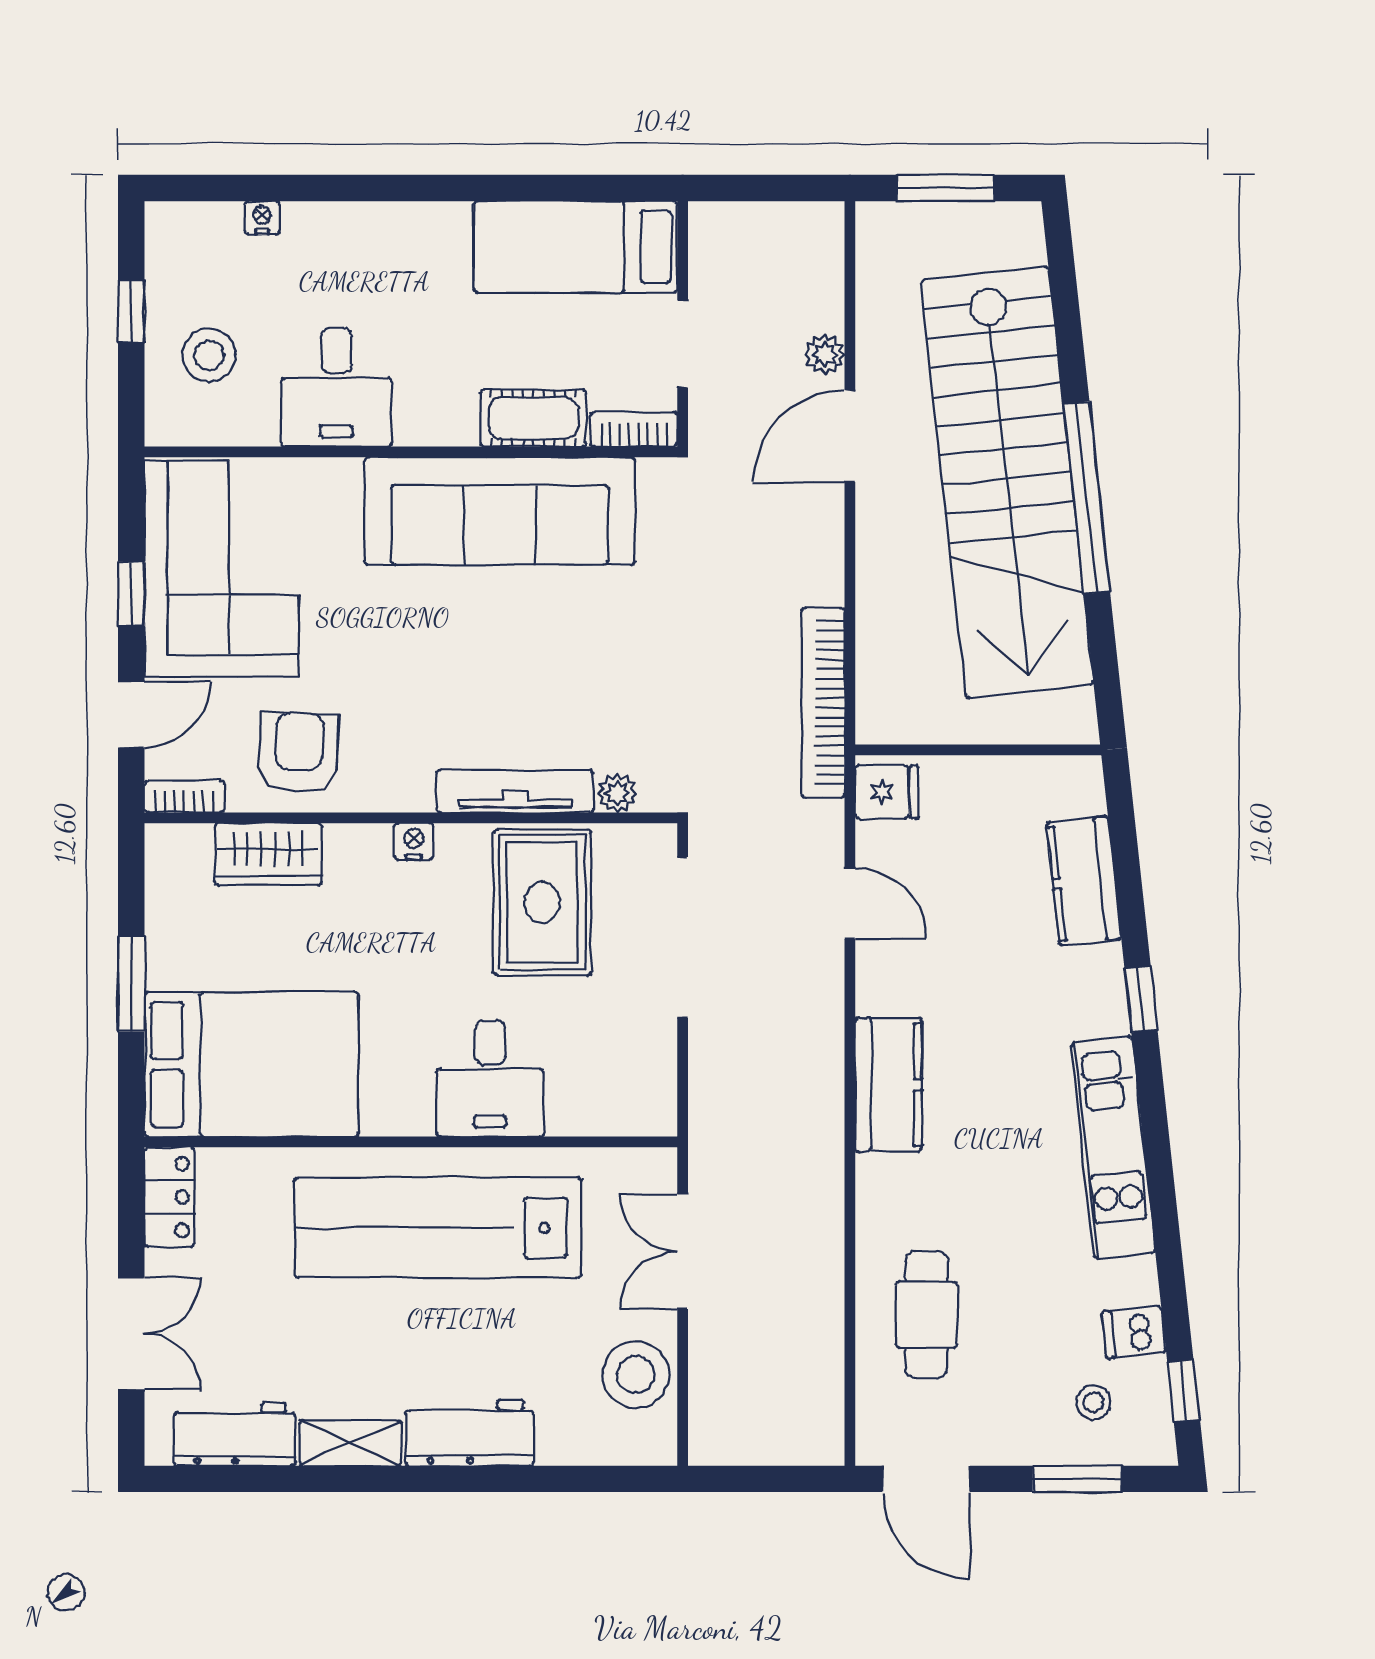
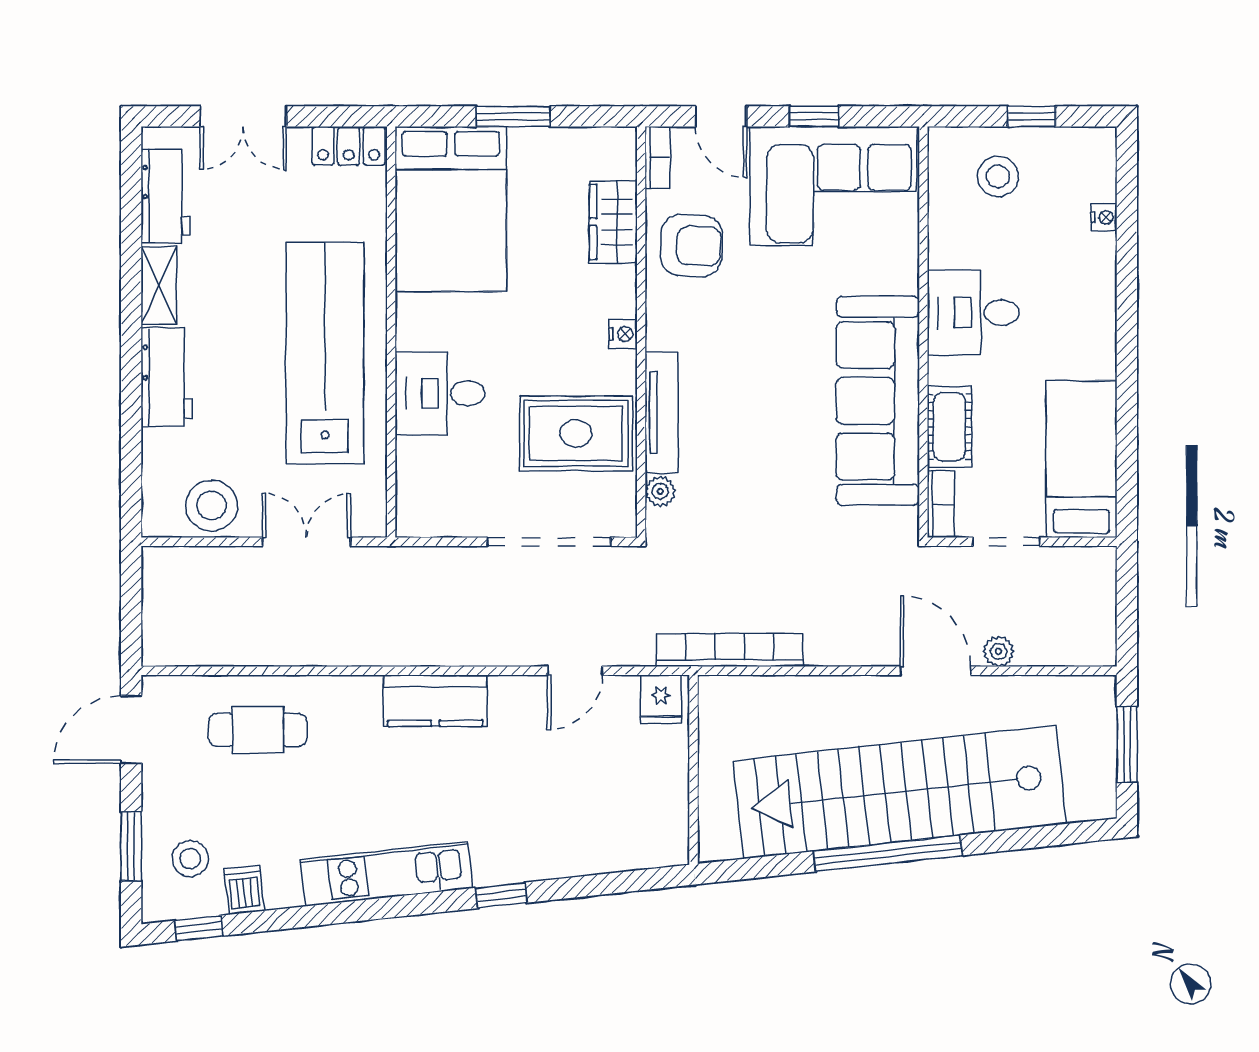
desk: (336, 387) -> (973, 313), moved
kitchen counter: (1084, 881) -> (592, 851), removed
stool: (1093, 1402) -> (190, 859), width x1.37, depth x1.37

